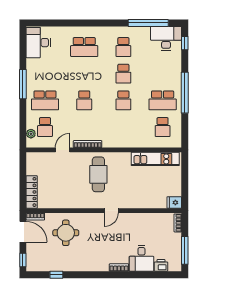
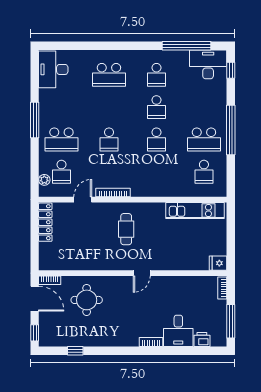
cafe table: (98, 174) -> (126, 229), width x0.73, depth x0.74
locker: (32, 192) -> (45, 222), moved

